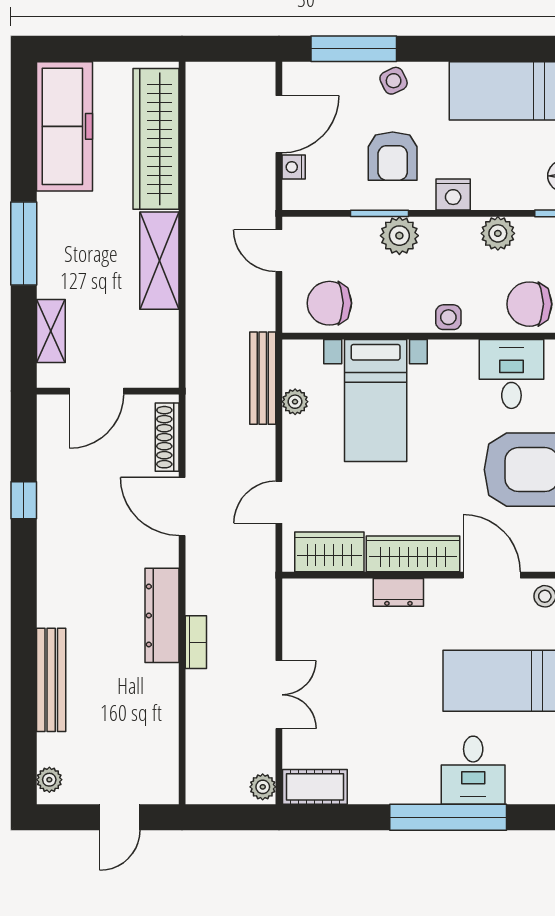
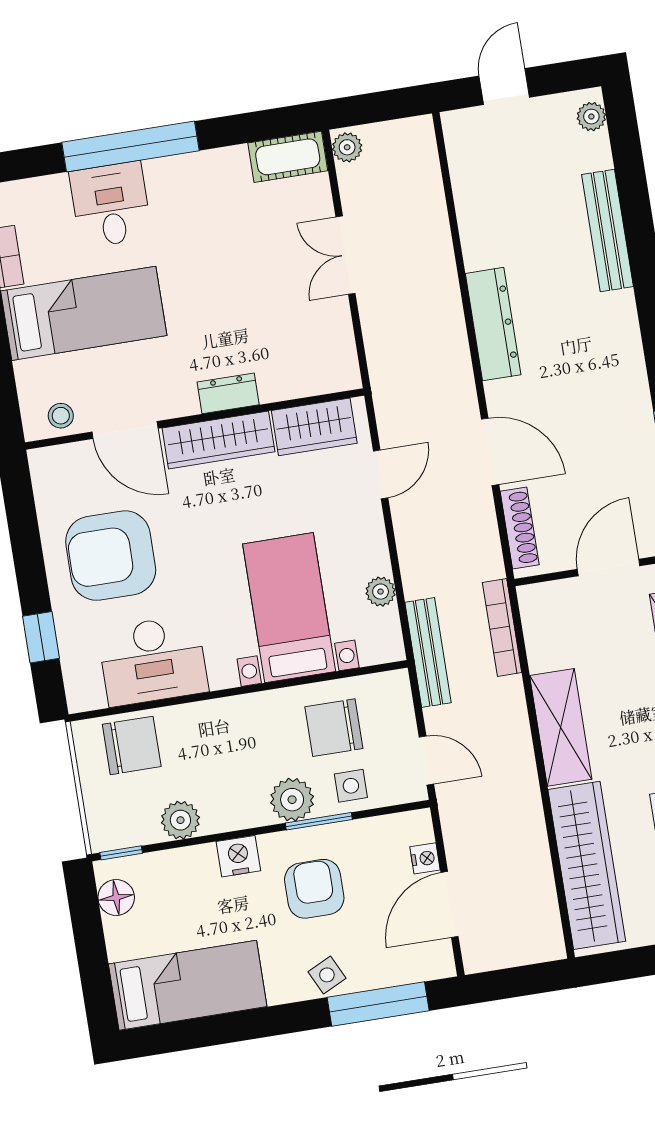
chair: (329, 303) -> (334, 728), moved, turned 180
side table: (448, 317) -> (351, 786), moved
desk: (511, 374) -> (153, 660), width x1.37
bench: (263, 378) -> (428, 652), moved
bookcase: (196, 642) -> (502, 628), moved, width x1.56

